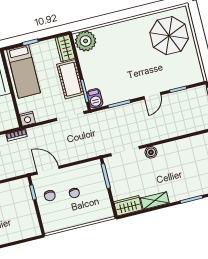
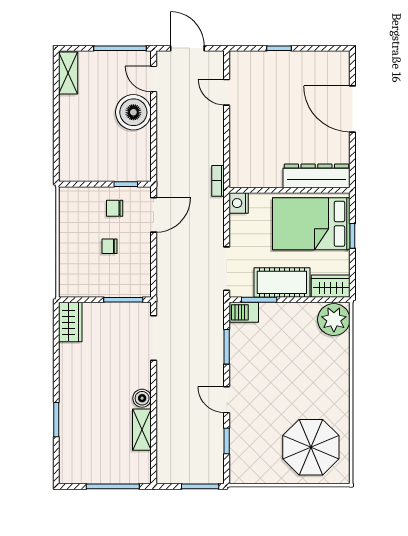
bed: (24, 71) -> (311, 224), width x1.50
boiler: (151, 152) -> (142, 398), moved
shelving: (155, 201) -> (142, 430), moved

